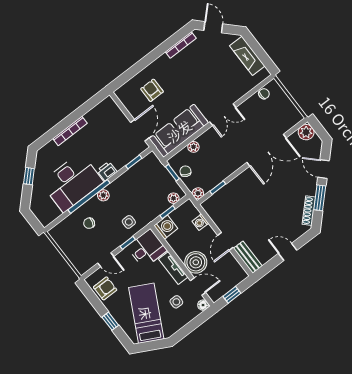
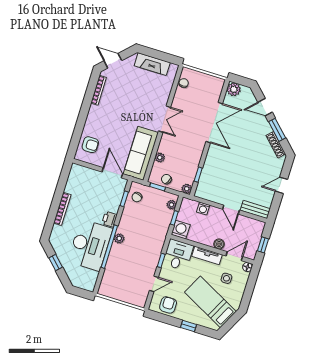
armchair: (152, 90) -> (90, 145), moved, turned 180
side table: (129, 222) -> (151, 245), removed
chair: (89, 223) -> (137, 197), moved
boiler: (196, 262) -> (219, 244), width x0.54, depth x0.54

